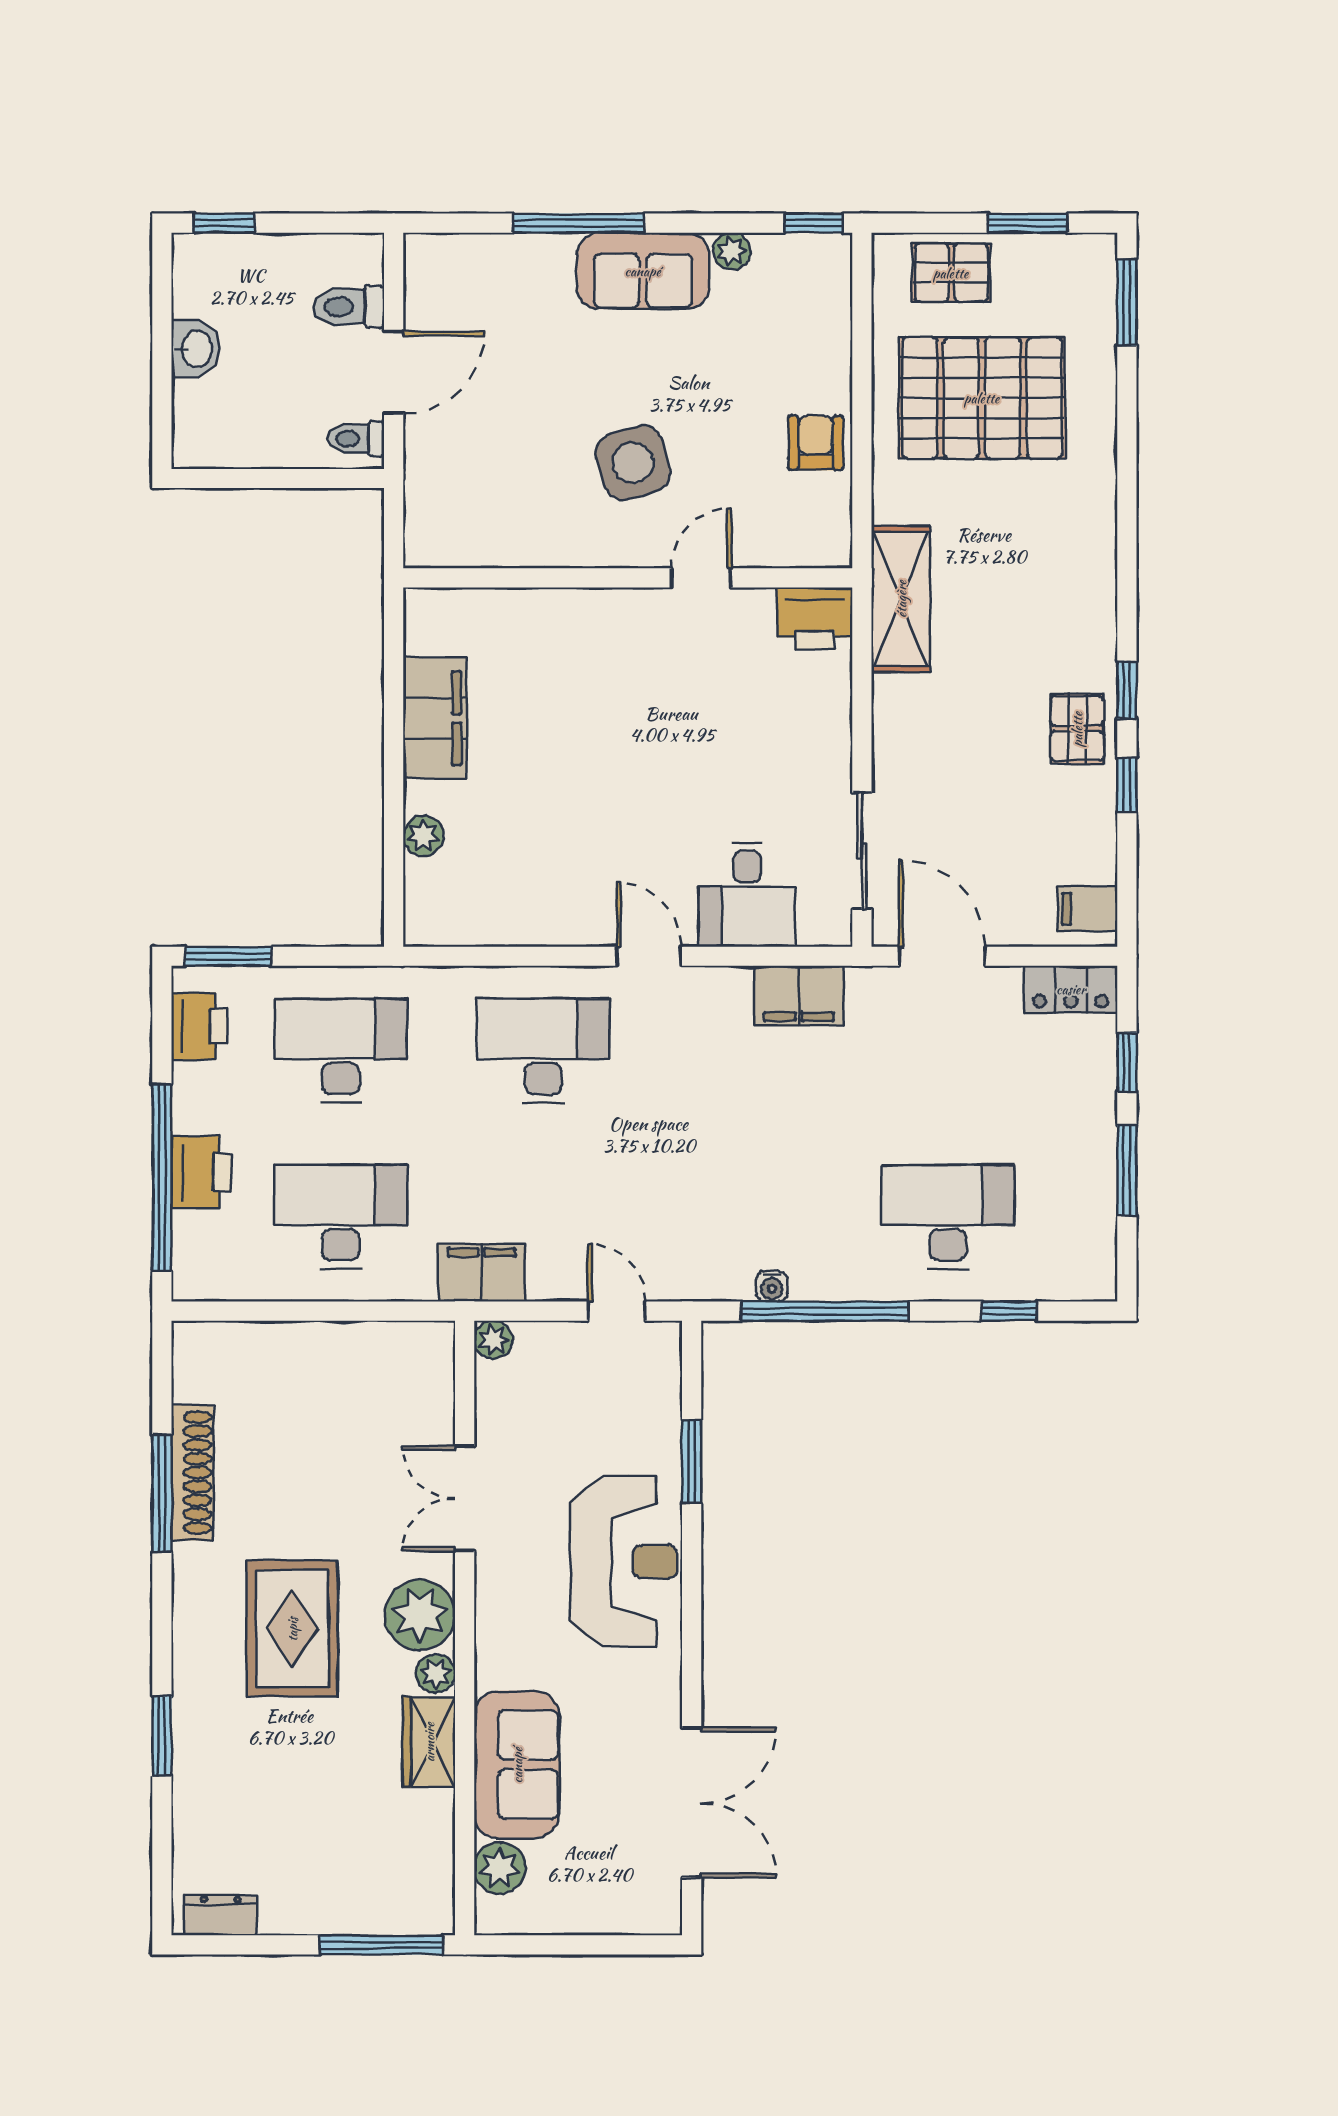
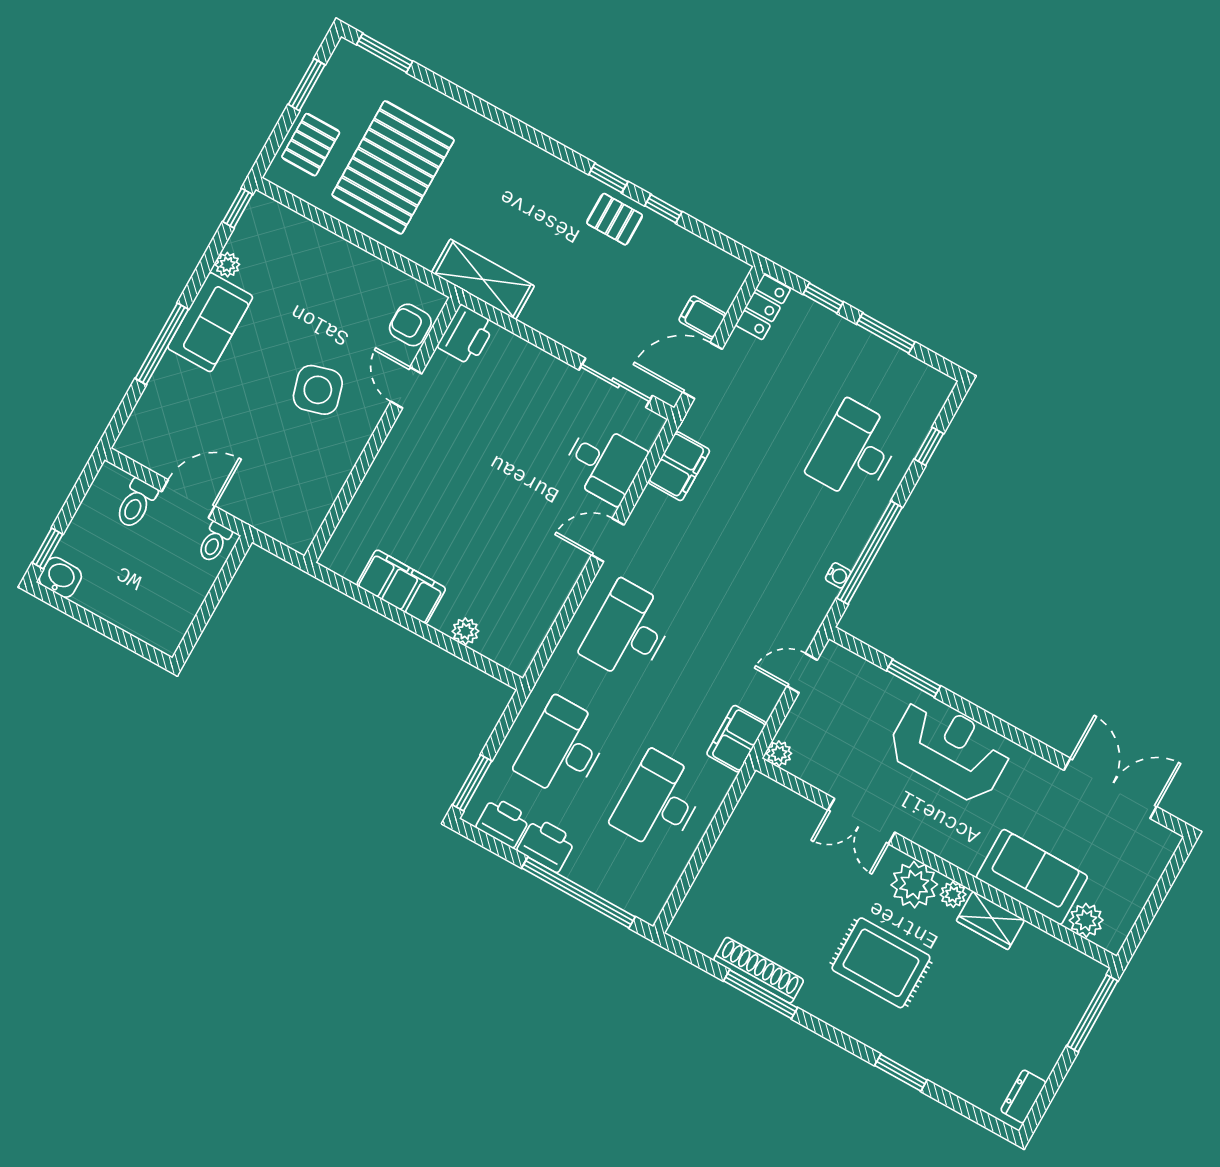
washbasin: (196, 349) -> (60, 577), moved
door: (394, 372) -> (188, 499), hinge flipped
armchair: (816, 443) -> (410, 325), moved
filing cabinet: (1088, 909) -> (702, 317), moved, turned 90
printer: (201, 1172) -> (546, 845), moved

